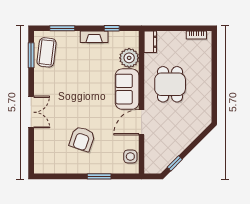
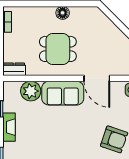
floor lamp: (205, 89) -> (63, 13), added

